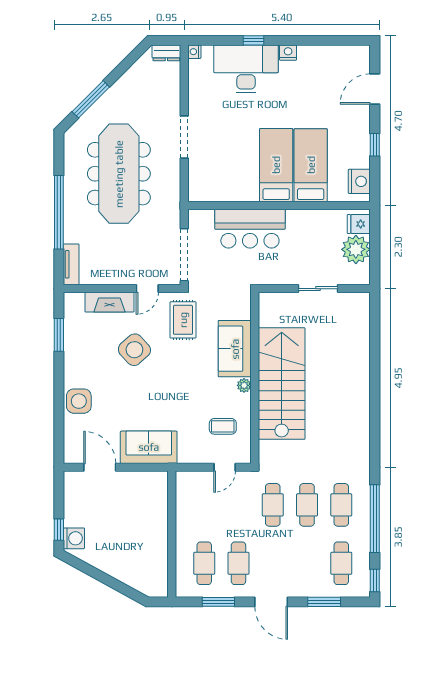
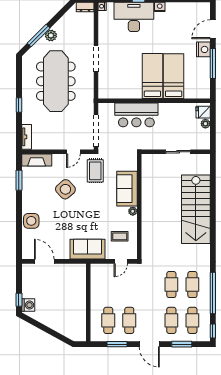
plant: (111, 99) -> (51, 35), added
window: (375, 145) -> (213, 63), width x2.17
nightstand: (359, 181) -> (203, 49), moved
window: (59, 212) -> (19, 105), width x0.32
plant: (356, 249) -> (205, 124), width x0.53, depth x0.53
fireplace: (109, 302) -> (37, 160), moved
stairs: (282, 384) -> (196, 209), moved, turned 180
sofa: (149, 447) -> (87, 249), moved
cafe table: (273, 505) -> (171, 320), moved

